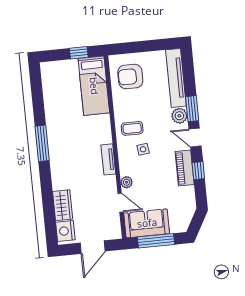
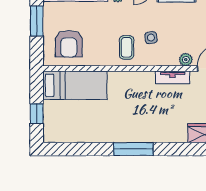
window: (148, 46) -> (37, 21), added
window: (79, 53) -> (37, 114), moved
tv unit: (108, 159) -> (172, 77), moved

